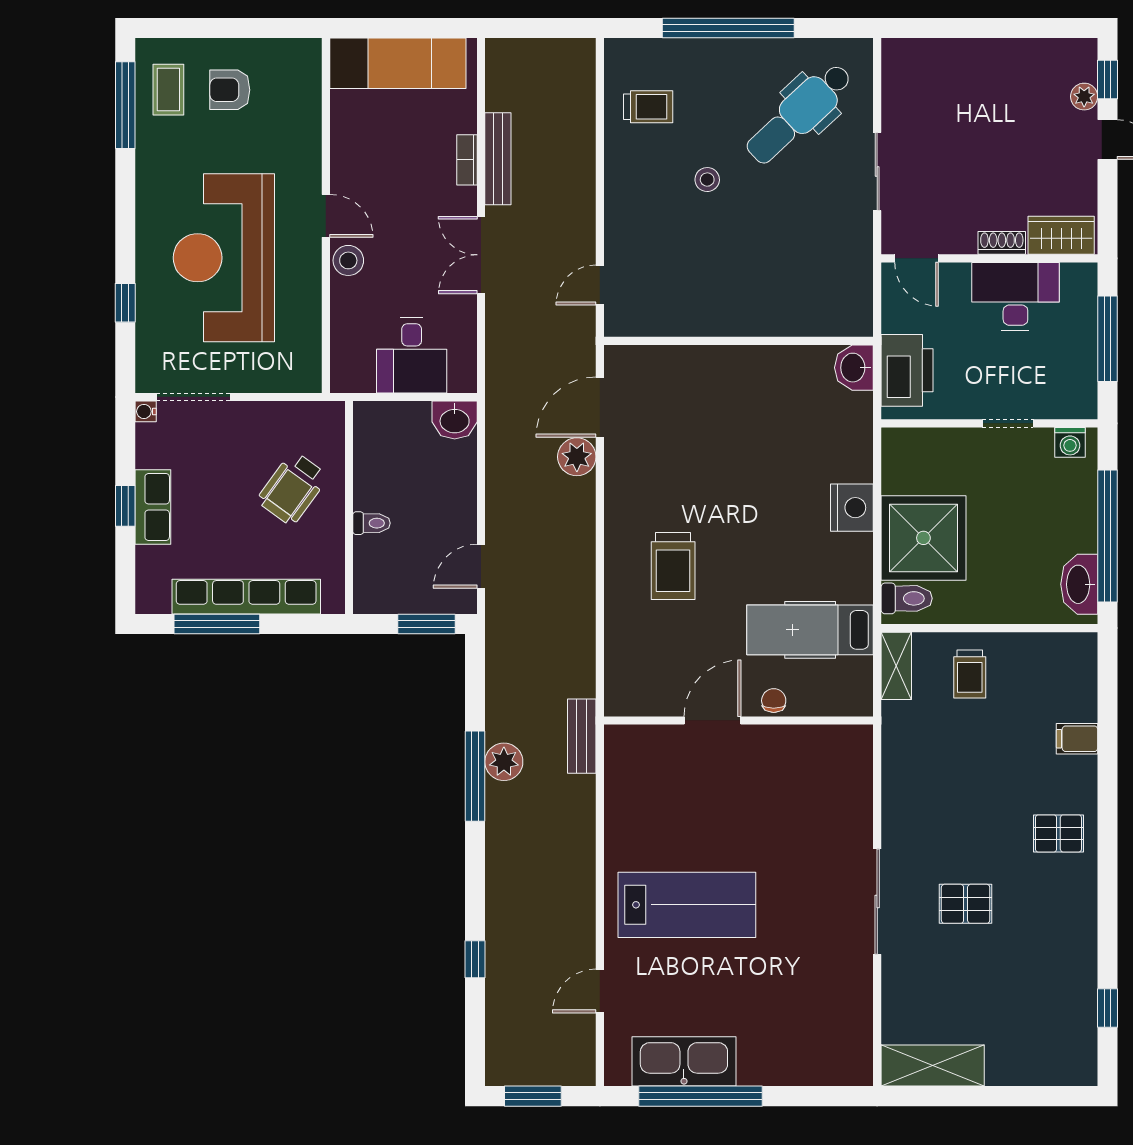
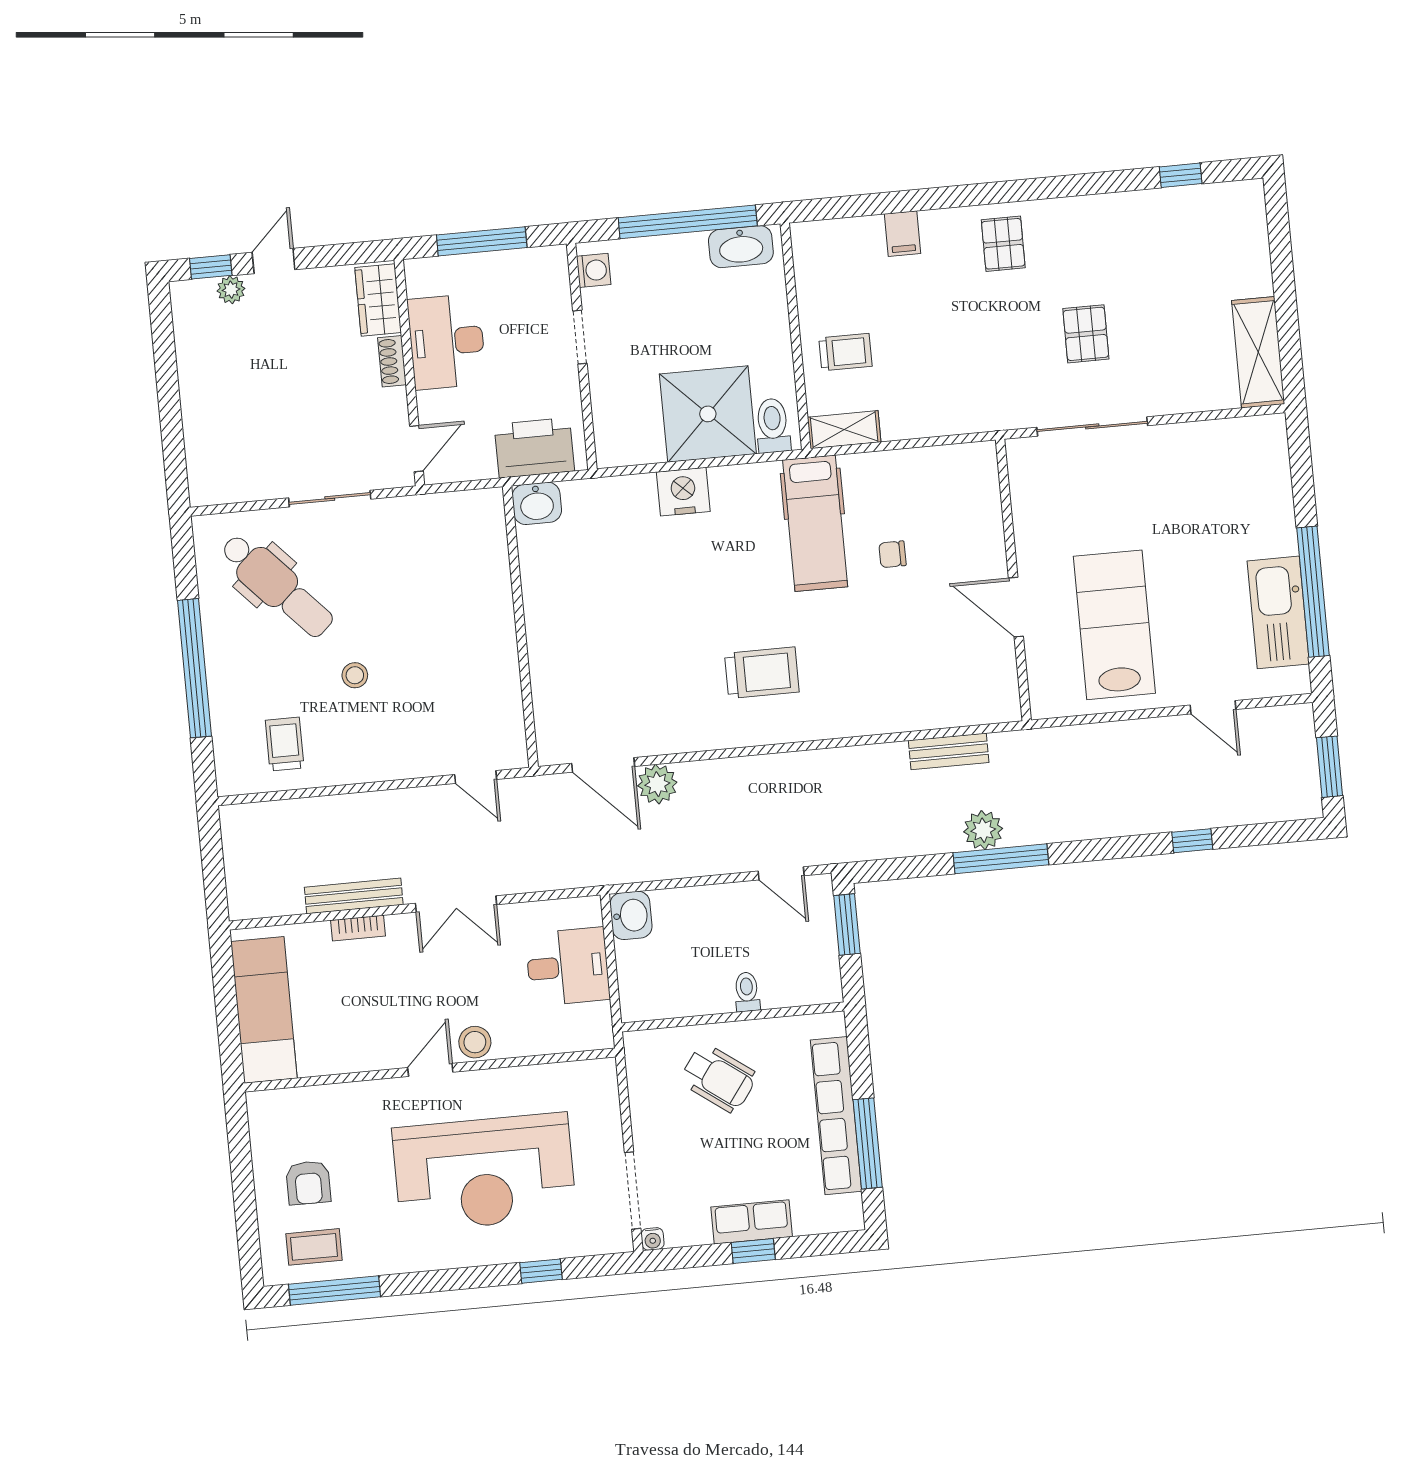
door: (712, 720) -> (1016, 607), moved
wall: (738, 720) -> (1013, 580), moved

